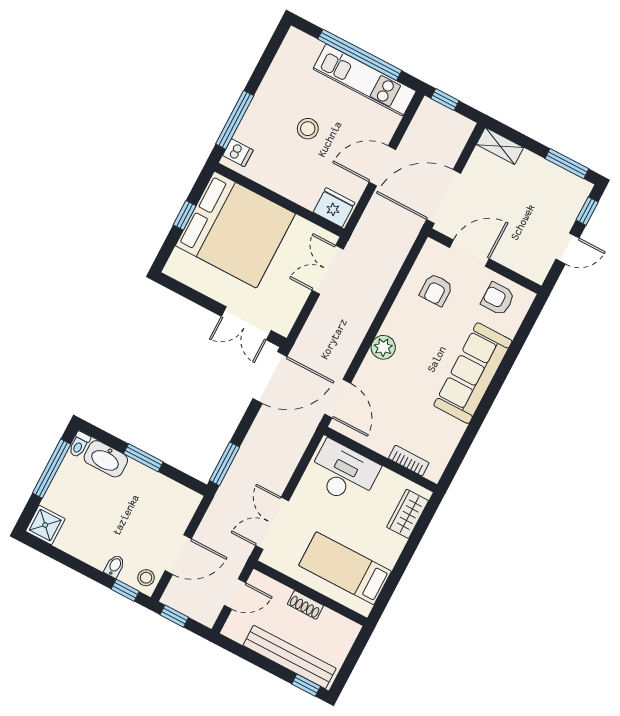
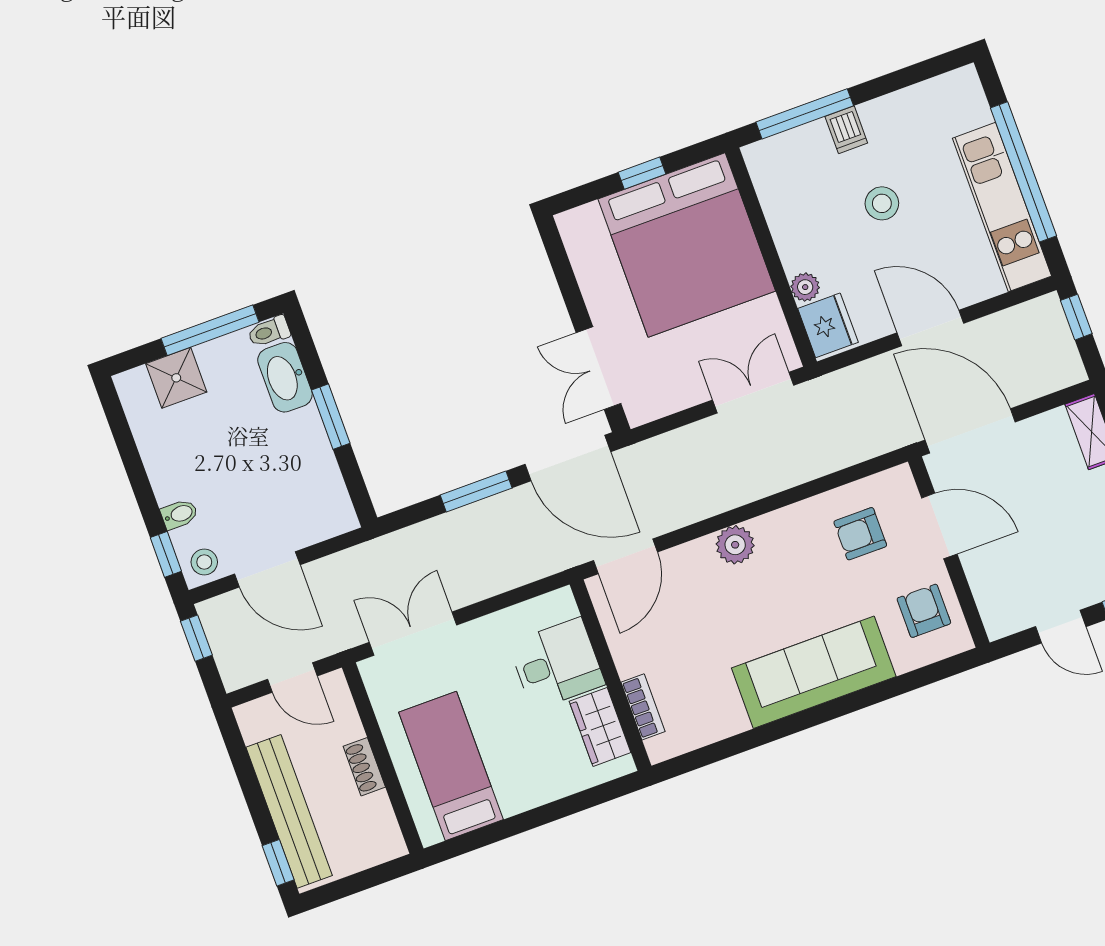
dishwasher: (238, 153) -> (846, 130), moved
plant: (308, 199) -> (805, 287), added
window: (225, 464) -> (476, 491), moved
desk: (343, 473) -> (557, 664), width x0.73
wardrobe: (408, 514) -> (600, 727), moved, turned -90
shower: (45, 525) -> (176, 378), moved

